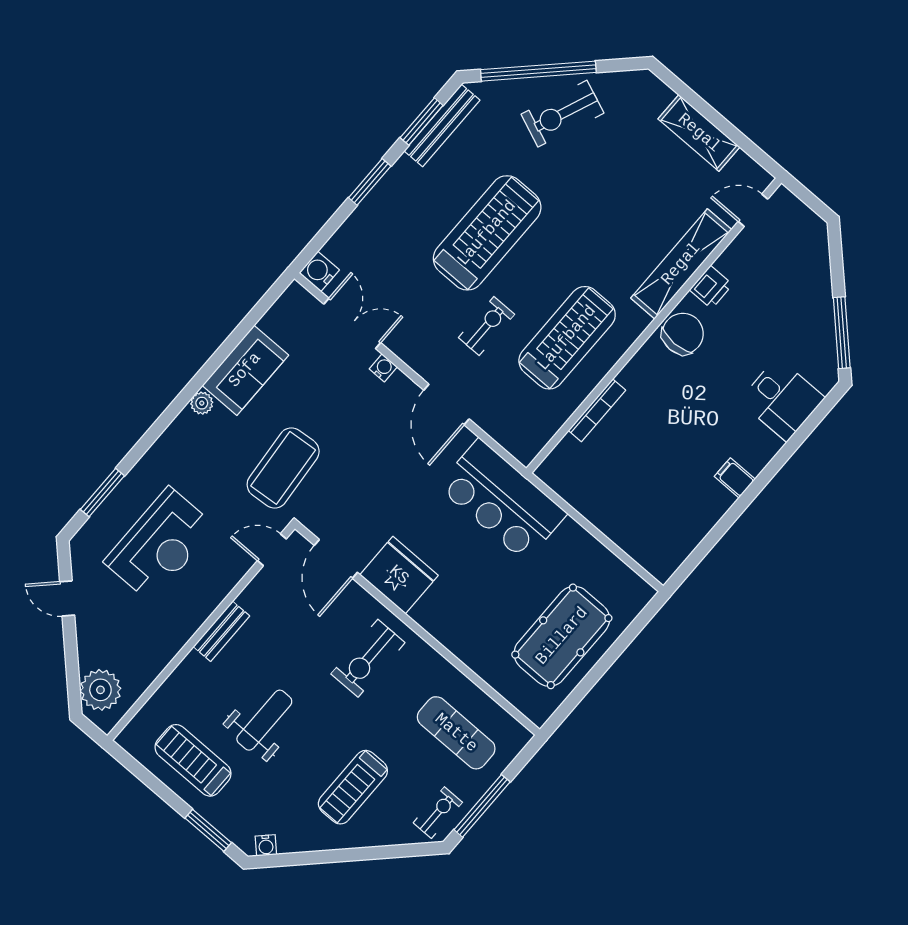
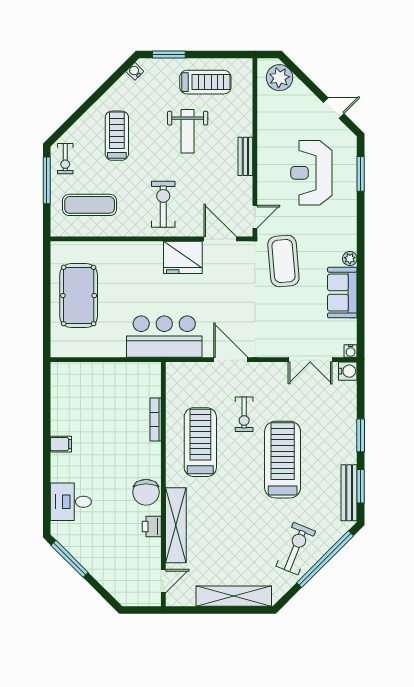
shelving: (699, 133) -> (234, 596), width x1.47
treadmill: (487, 233) -> (283, 460), turned 180
treadmill: (567, 338) -> (200, 442), turned 180
water cooler: (383, 368) -> (351, 351), moved

